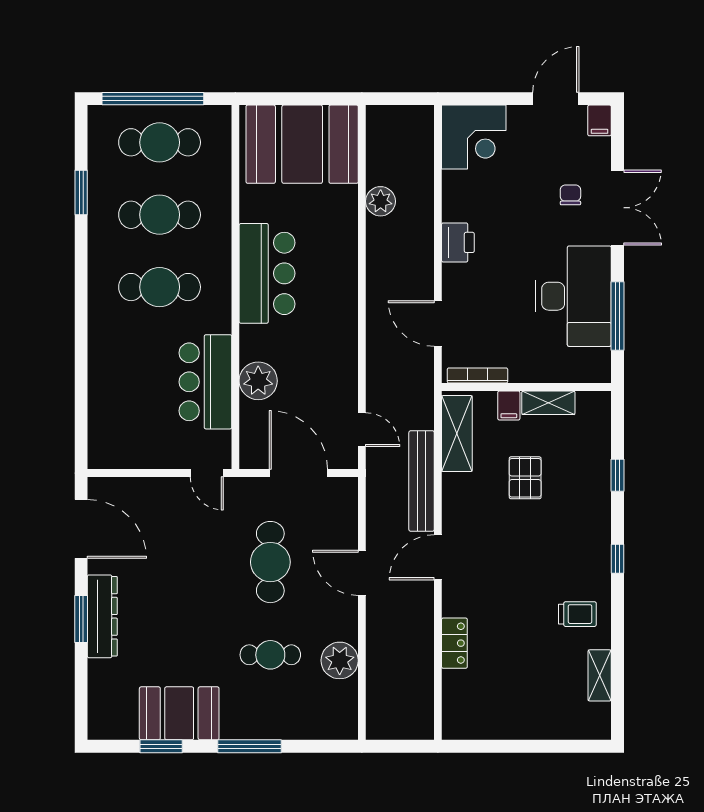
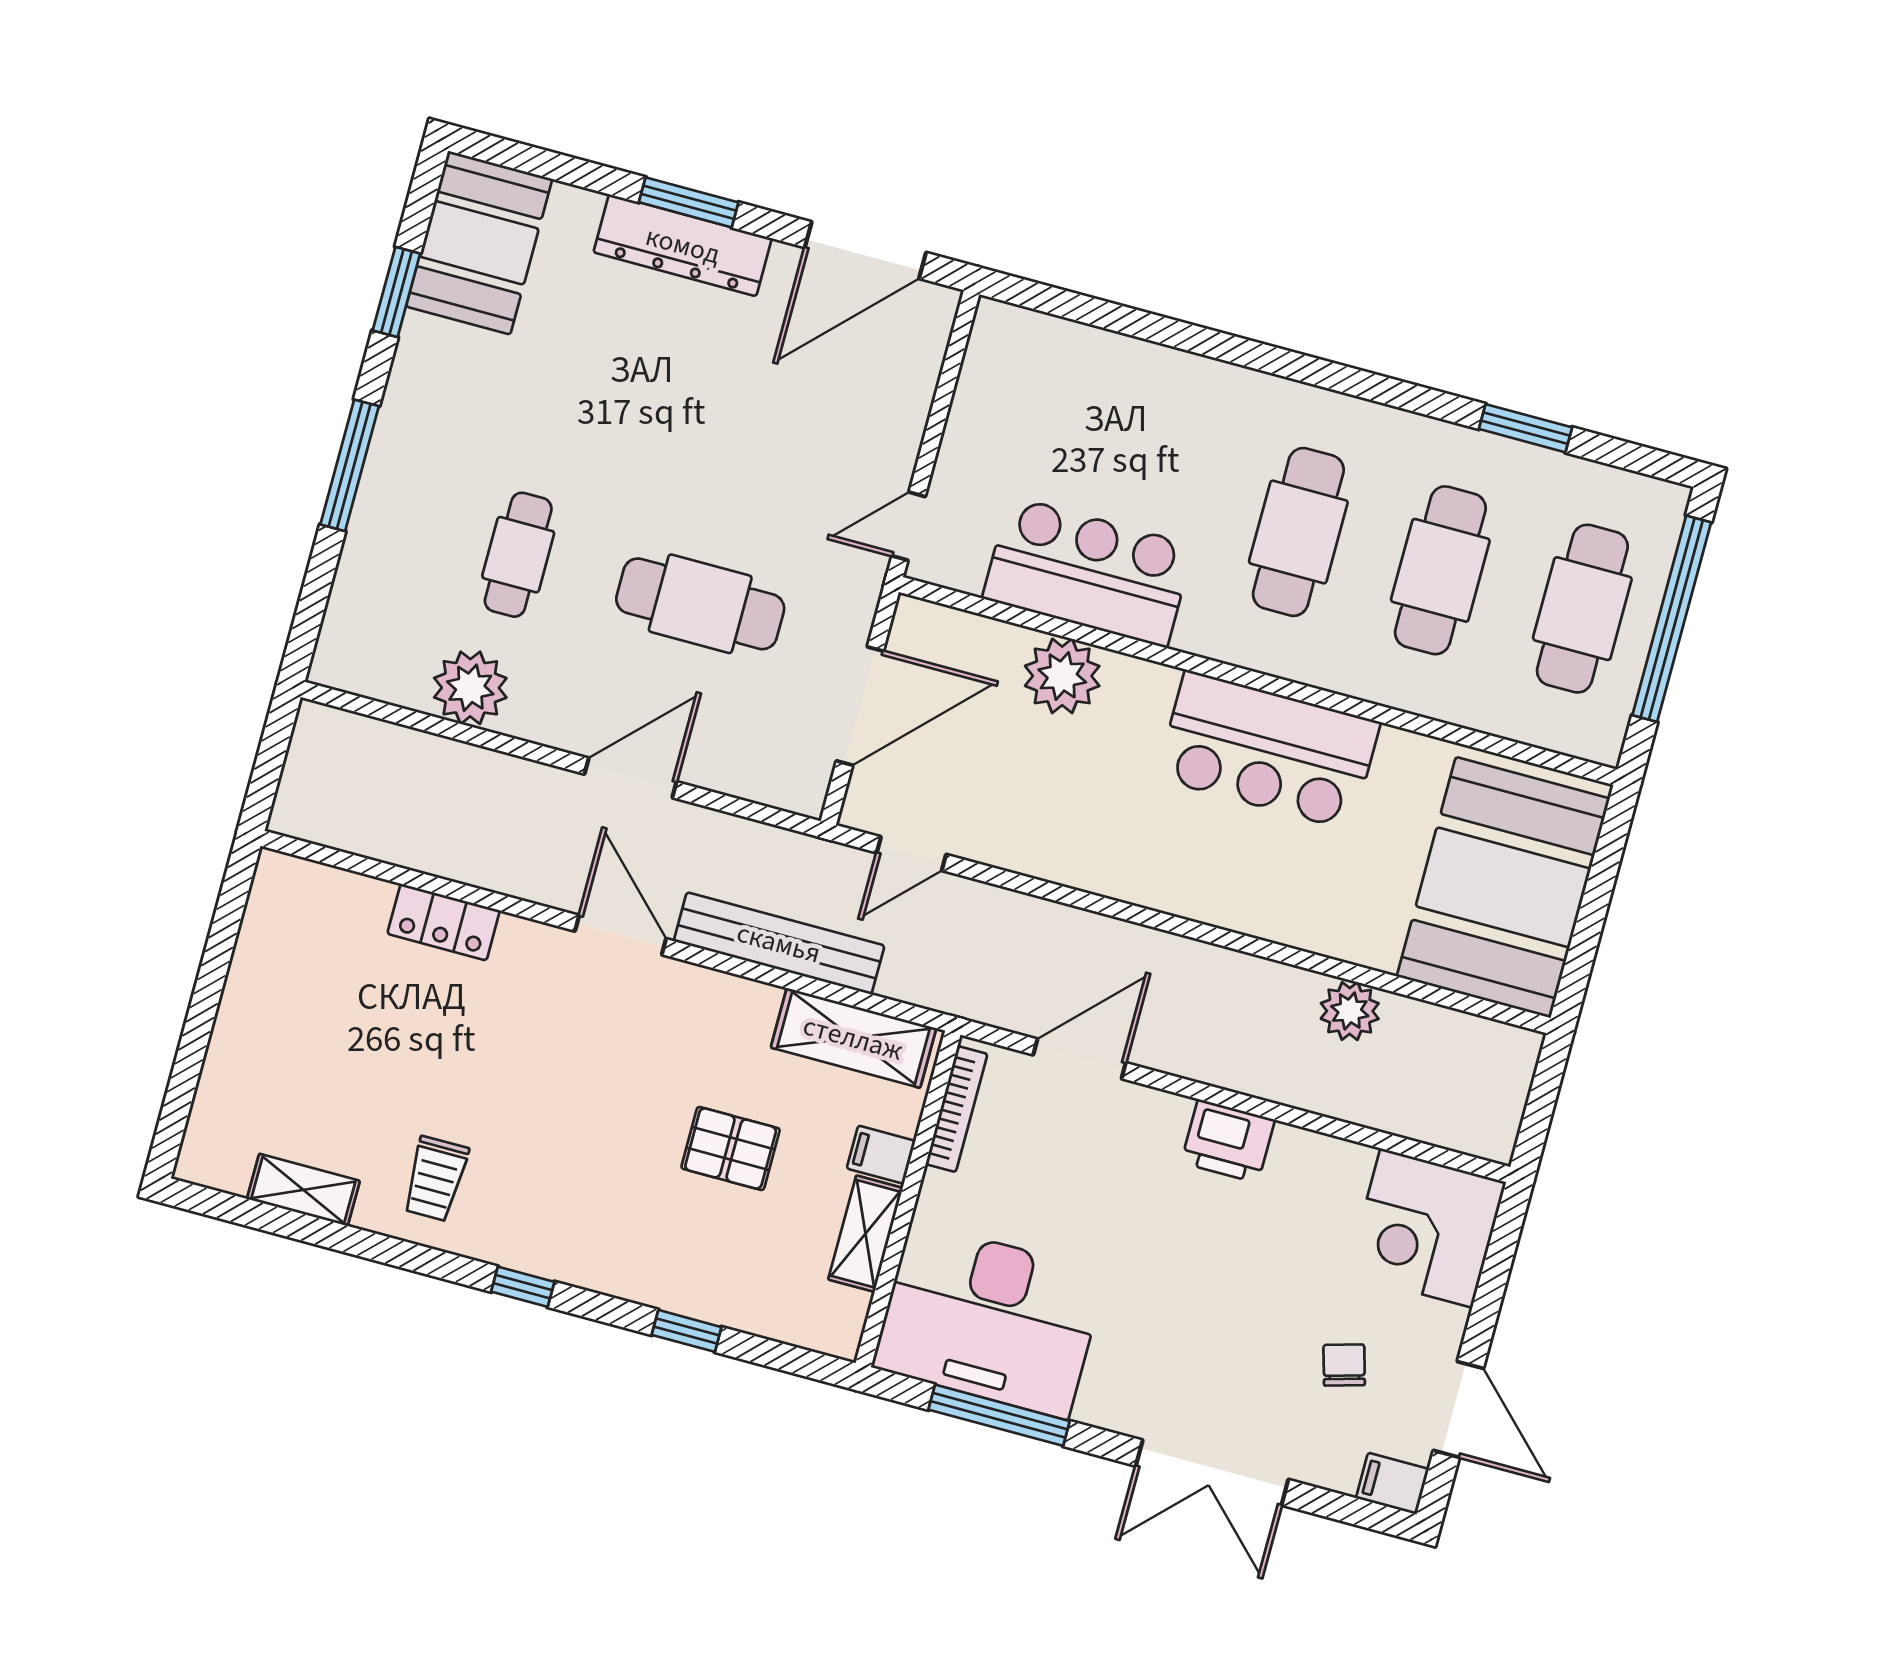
chair: (570, 195) -> (1344, 1365), moved, turned -106
desk: (573, 296) -> (989, 1320), moved
booth: (179, 713) -> (479, 243), moved

